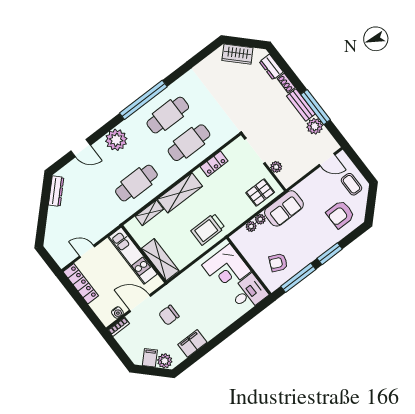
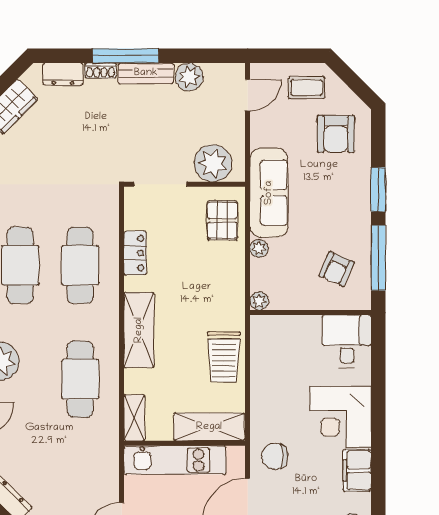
window: (315, 107) -> (126, 56), moved
plant: (276, 167) -> (213, 163), width x1.88, depth x1.88
sofa: (284, 208) -> (269, 193), width x1.36
shelving: (149, 213) -> (134, 418), moved
plant: (251, 226) -> (259, 301), moved
trolley: (208, 229) -> (224, 357), moved
corner desk: (226, 268) -> (341, 417), moved, turned 90
chair: (169, 315) -> (275, 456), moved, turned 90

